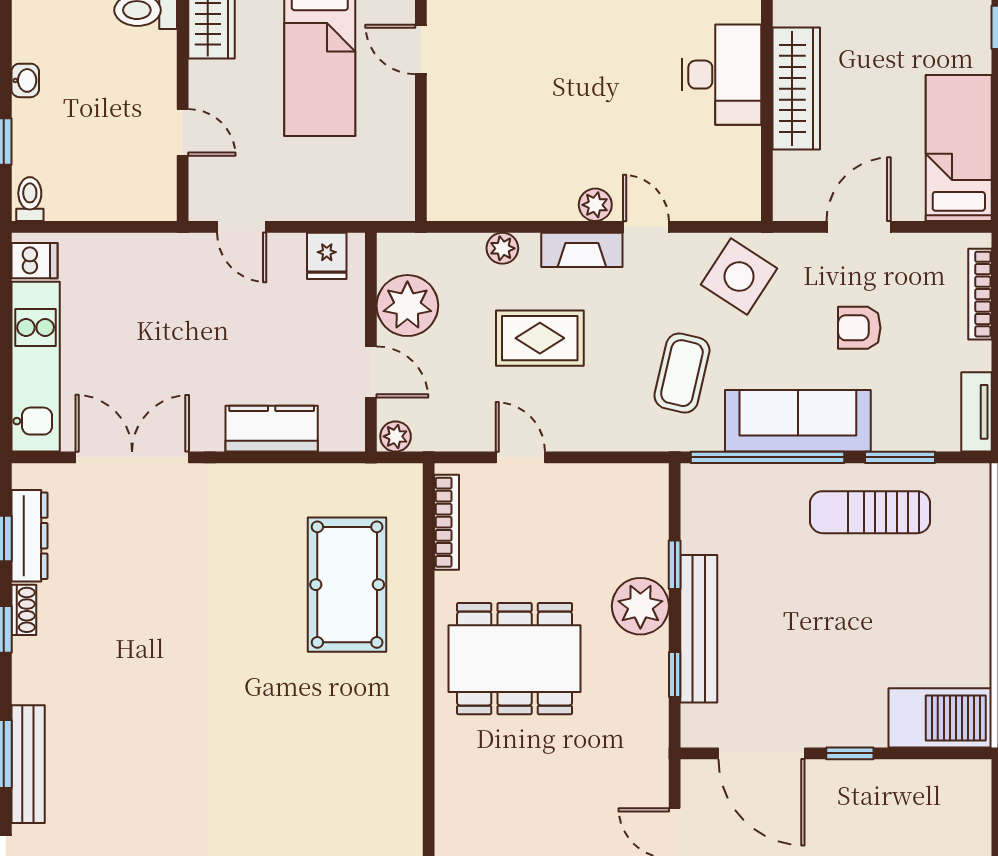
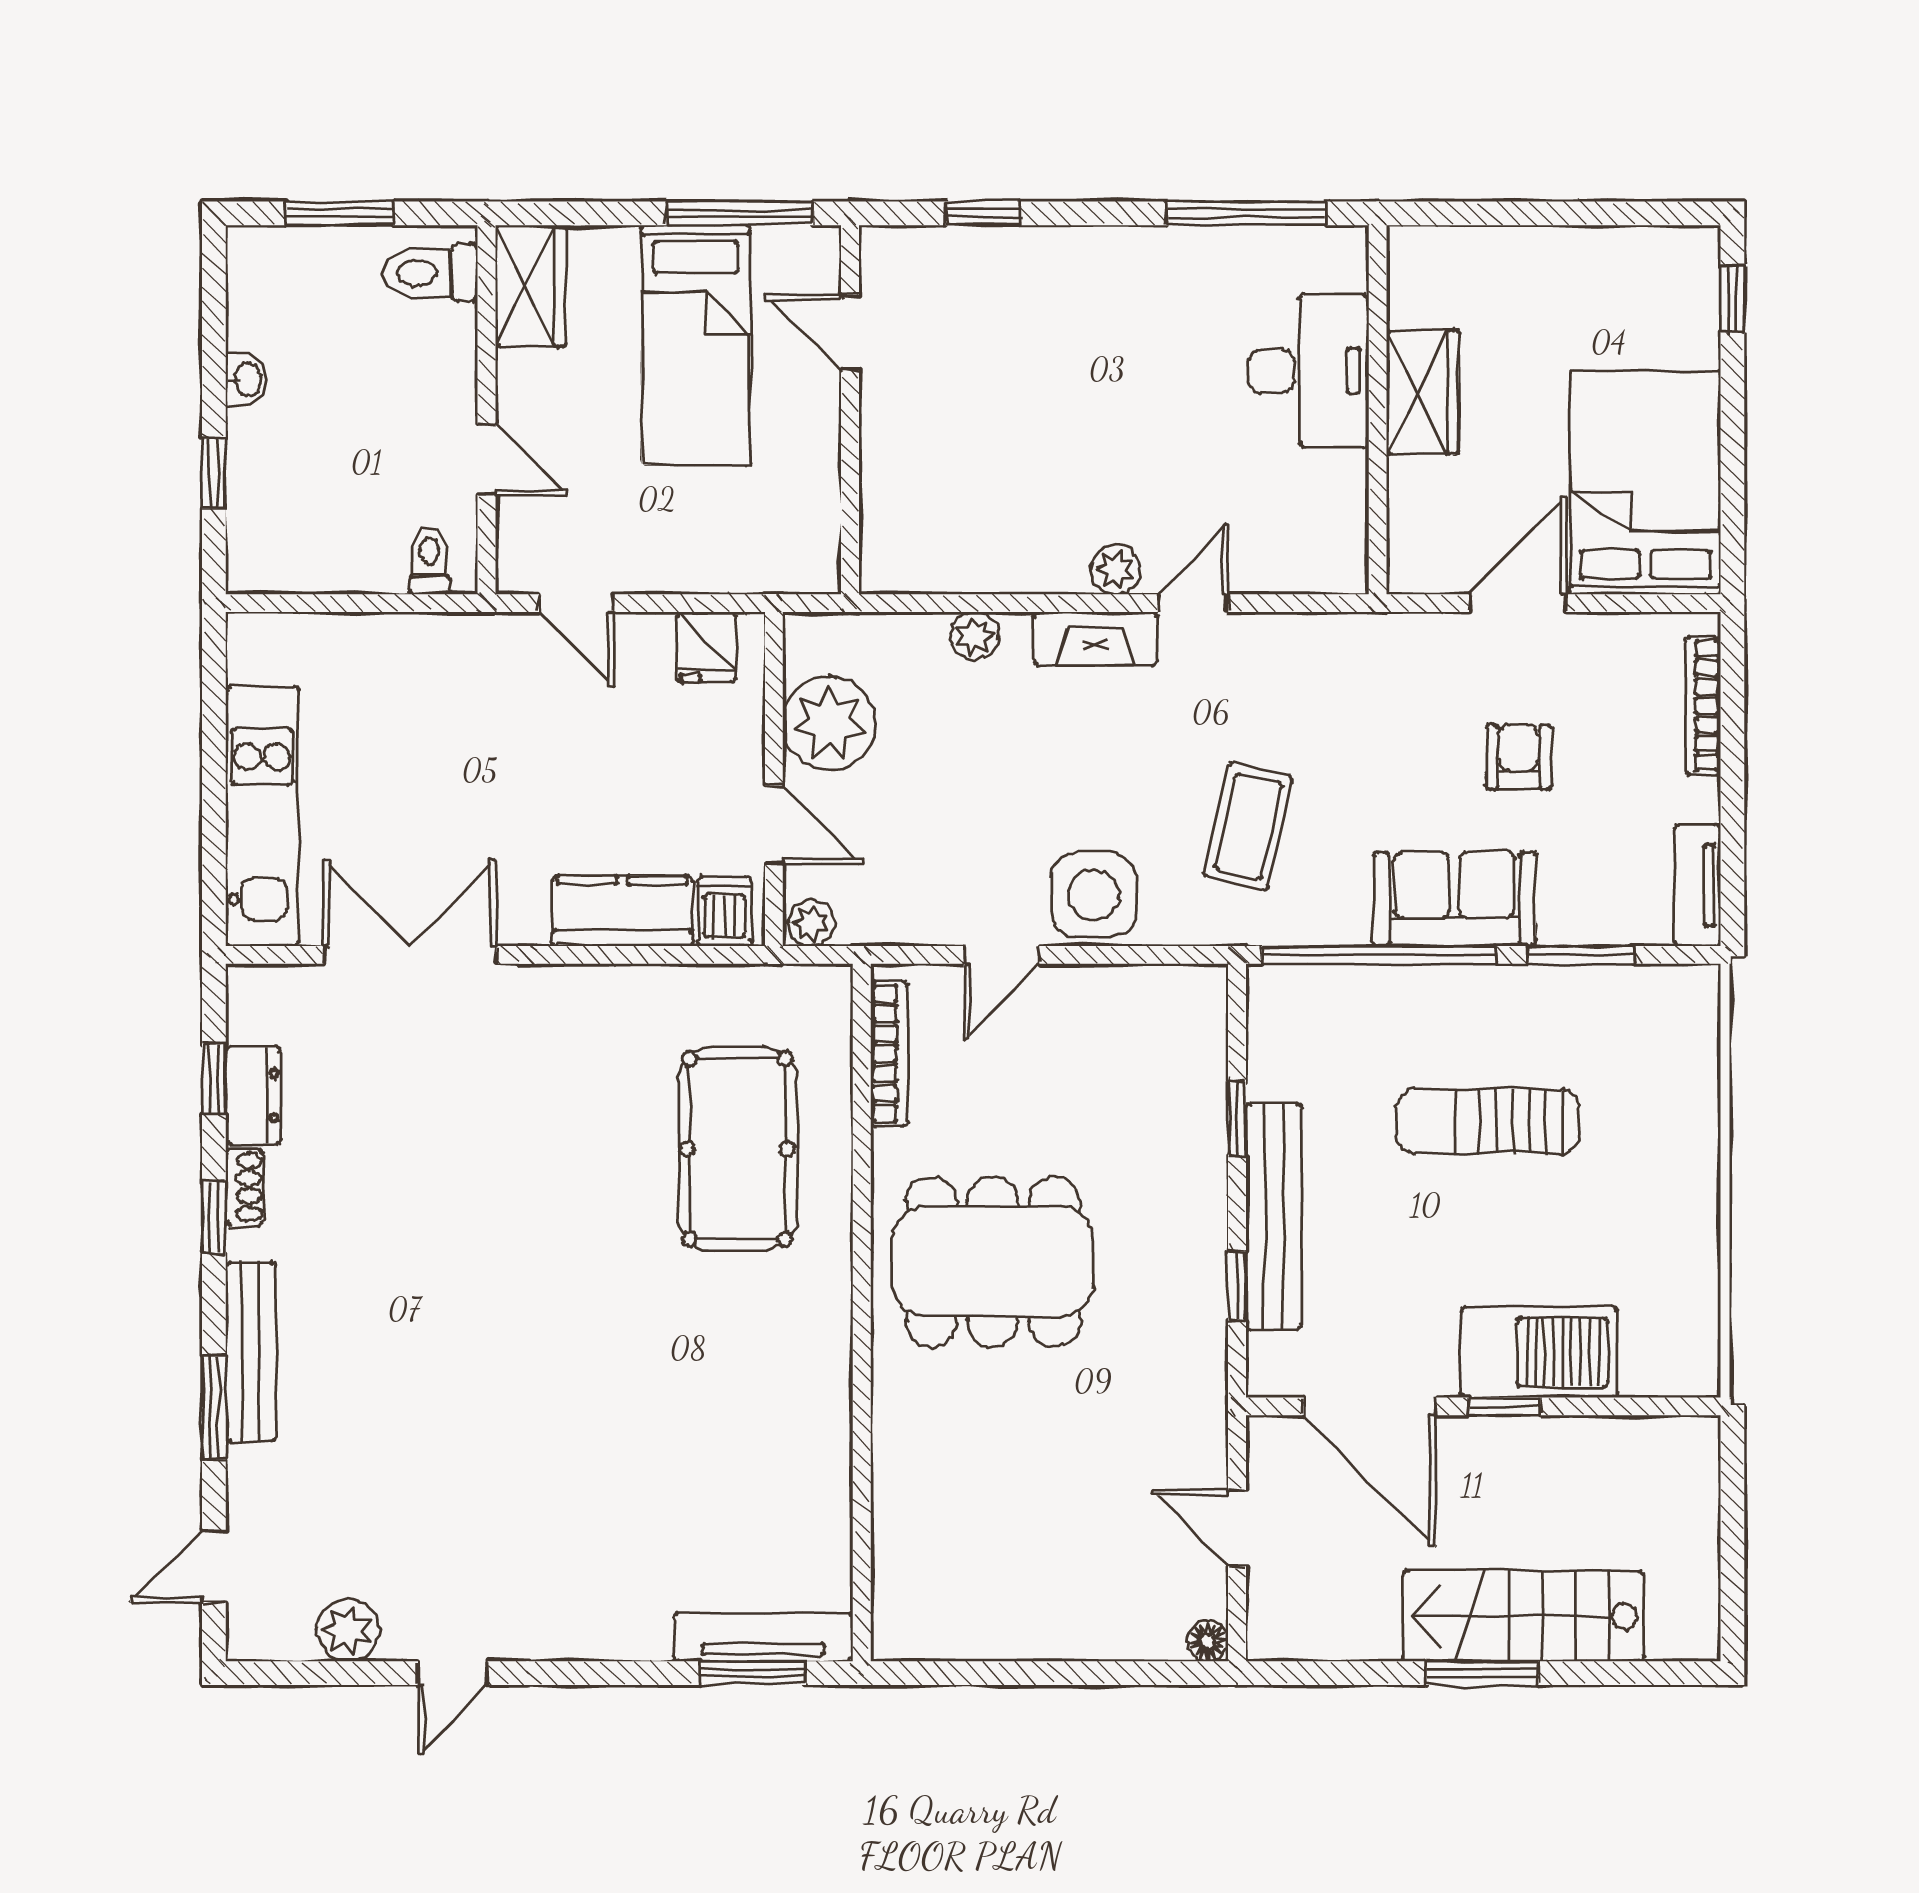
wardrobe: (796, 89) -> (1422, 392), width x0.67
bed: (959, 148) -> (1645, 483), width x1.50
toilet: (30, 199) -> (429, 561), moved
door: (646, 227) -> (1193, 603), hinge flipped
dishwasher: (34, 261) -> (724, 911), moved, turned -90
side table: (739, 277) -> (1094, 895), moved, turned -33
armchair: (859, 328) -> (1519, 757), turned 90
rug: (540, 338) -> (1031, 773), removed
sofa: (798, 421) -> (1454, 899), width x0.73
door: (520, 457) -> (1002, 955), swing flipped
sun lounger: (870, 512) -> (1488, 1121), moved
dresser: (30, 536) -> (253, 1096), width x0.70
plant: (640, 606) -> (1185, 1182), removed
barbecue: (940, 718) -> (1539, 1352), moved
bench: (28, 764) -> (251, 1352), moved

